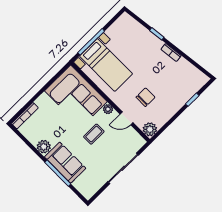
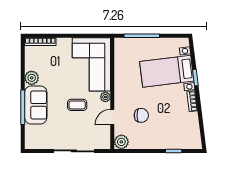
bed with nightstands: (106, 65) -> (167, 71), moved, turned 83
door: (127, 118) -> (112, 117), hinge flipped

